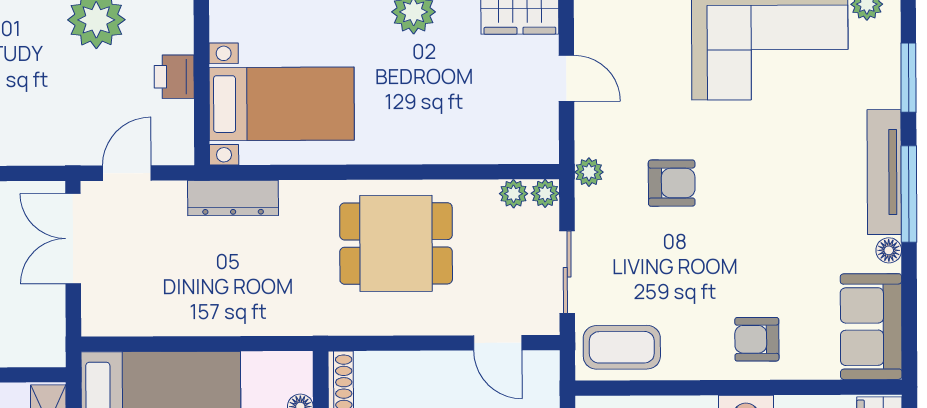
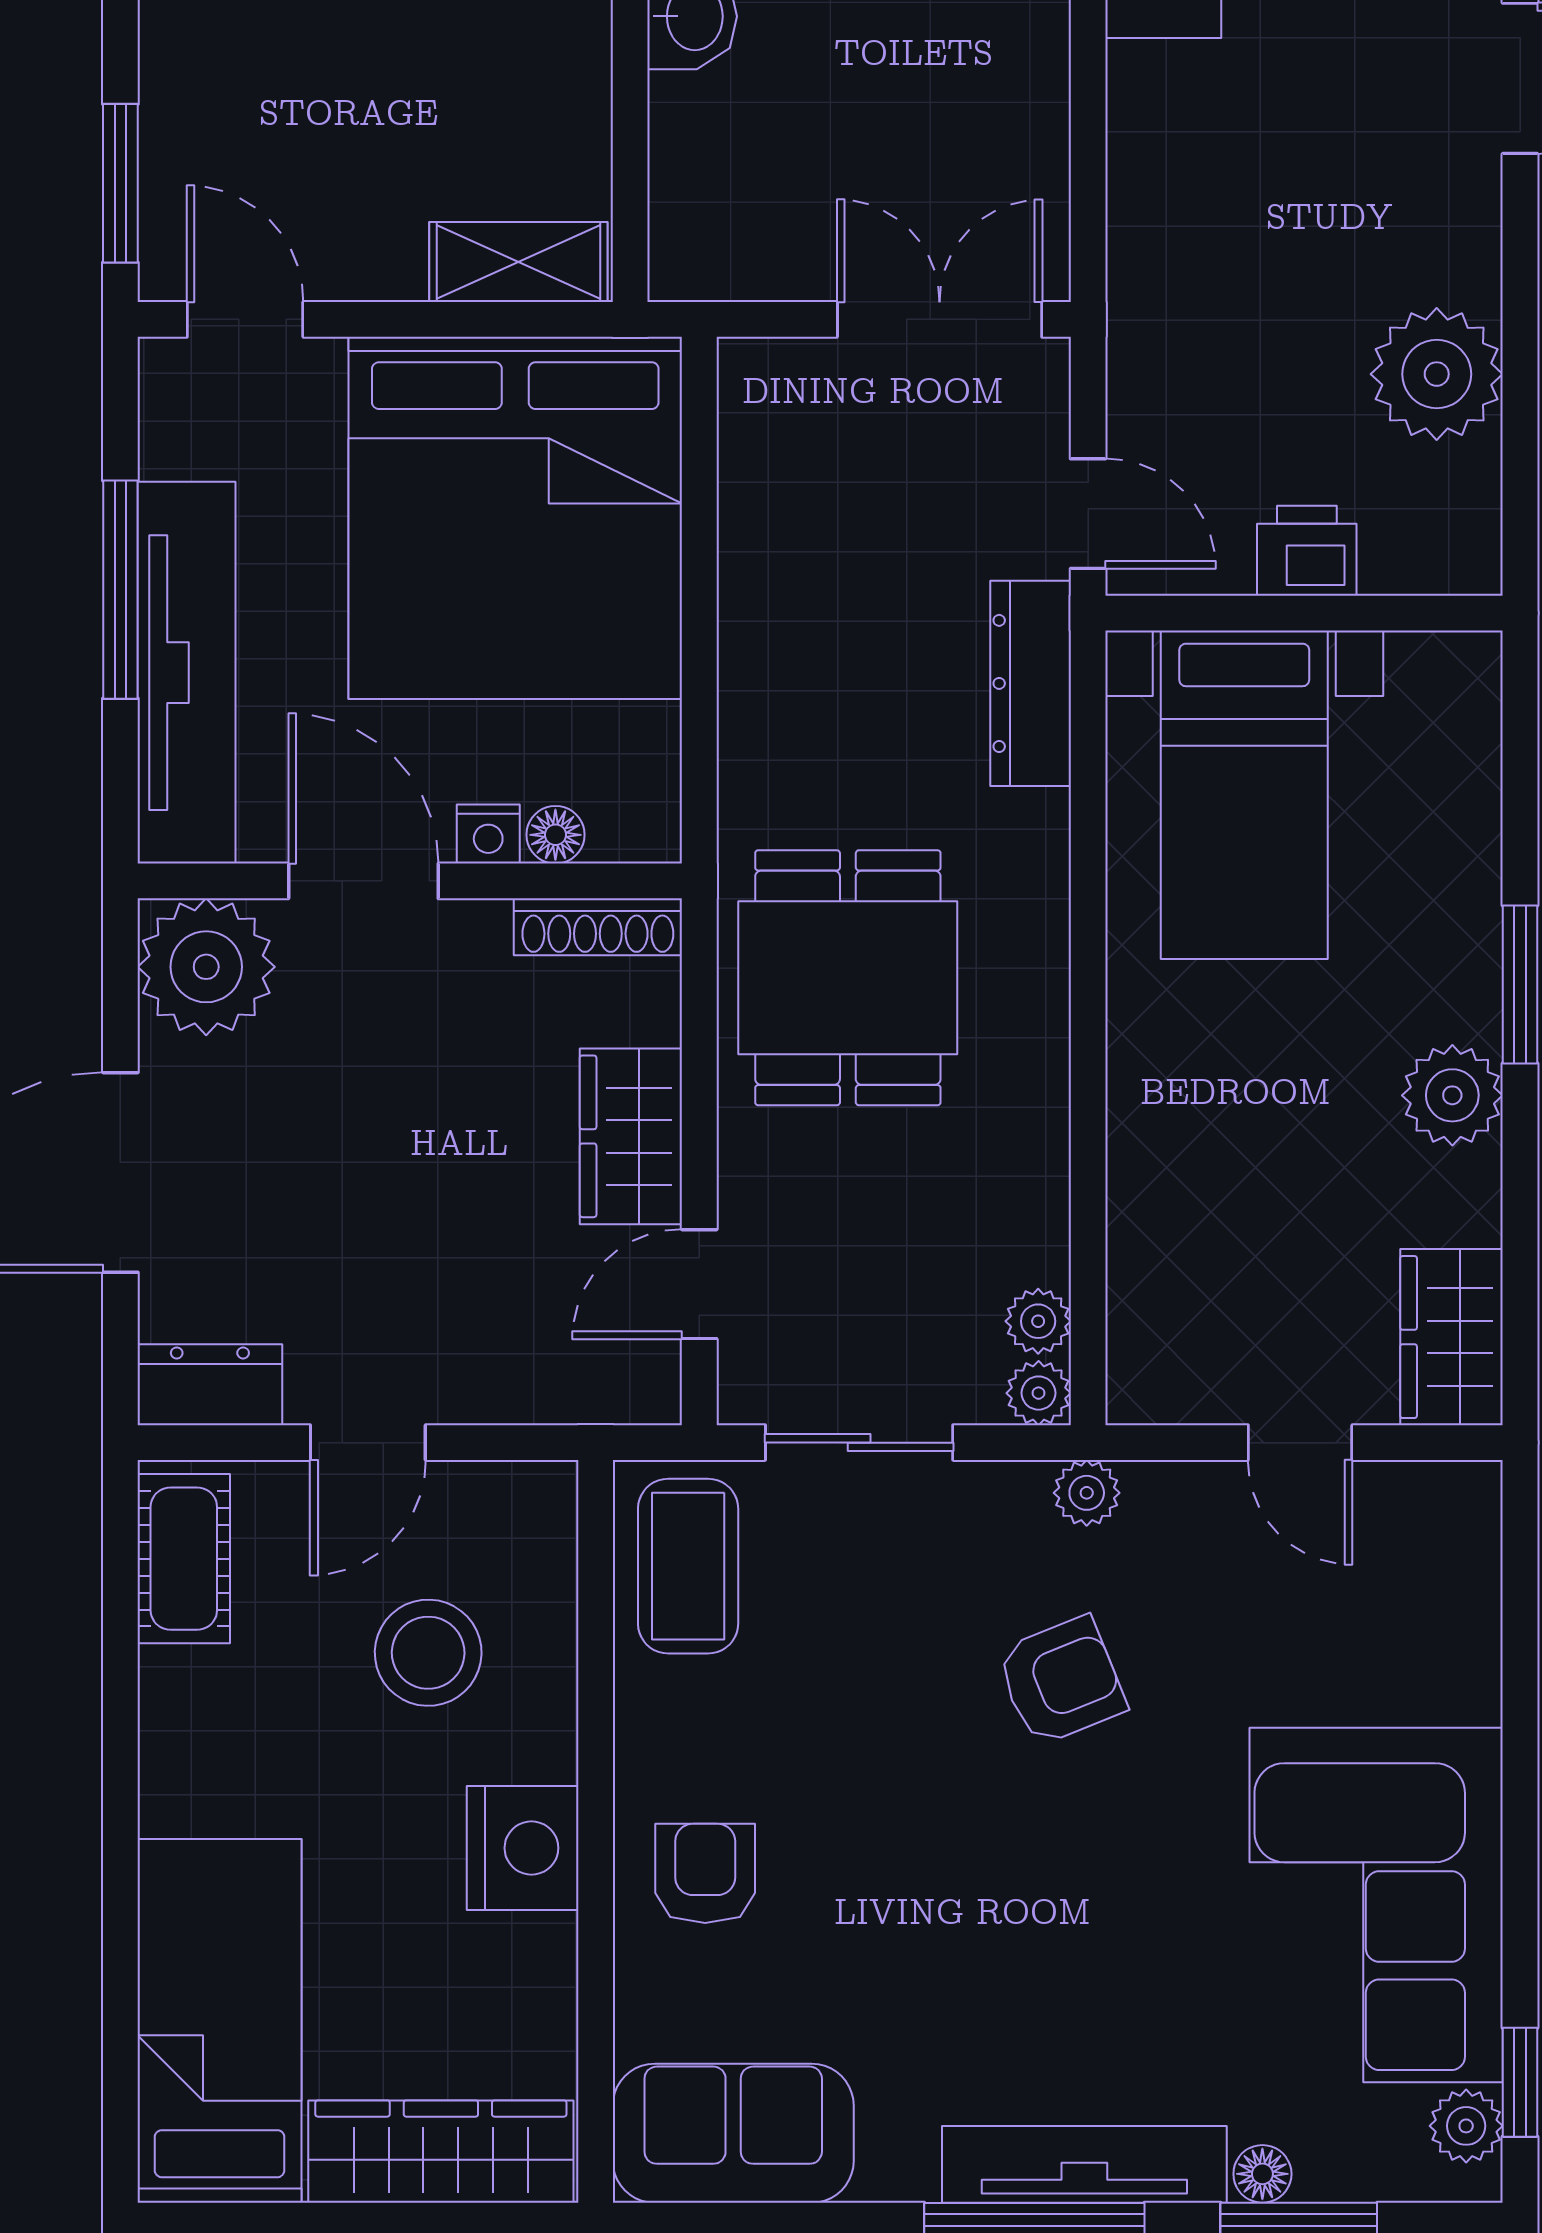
door: (566, 78) -> (1300, 1443), hinge flipped
door: (127, 173) -> (1088, 514), moved
armchair: (672, 183) -> (1061, 1681), turned -112
dining table: (396, 243) -> (848, 978), moved
floor lamp: (889, 250) -> (1262, 2174), moved
wardrobe: (433, 373) -> (631, 1136), added

